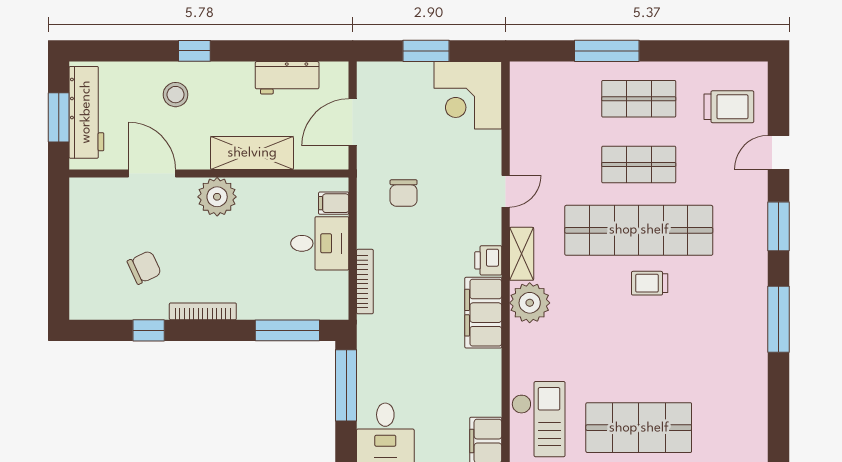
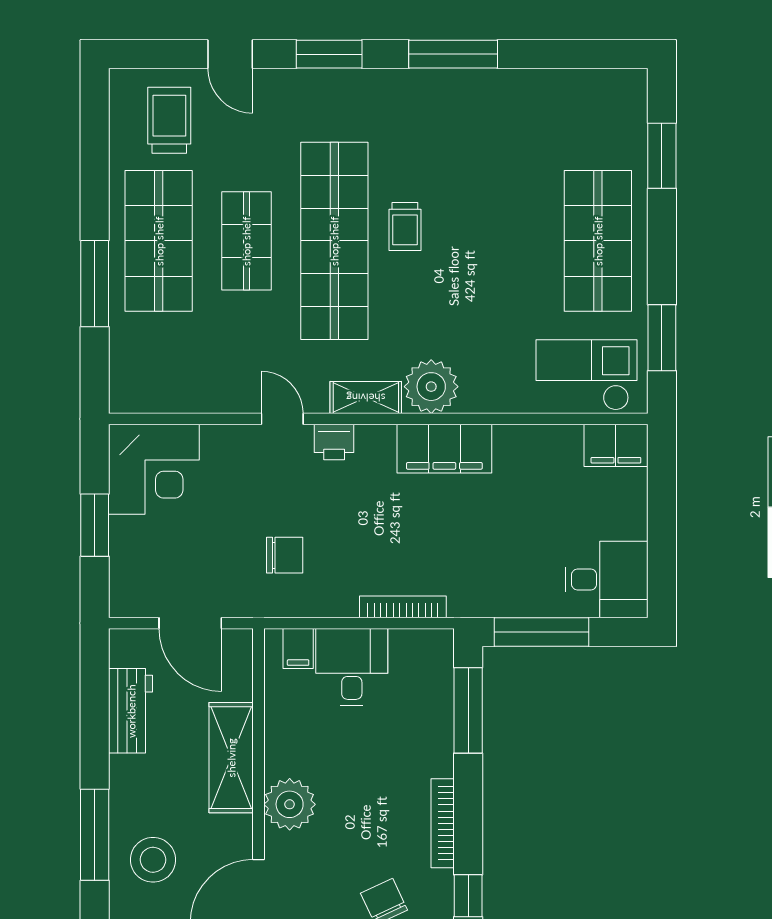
window: (194, 51) -> (95, 835), width x2.17
stool: (176, 95) -> (153, 860), width x1.38, depth x1.38
shop shelf: (639, 99) -> (159, 241), width x1.43, depth x1.36
printer: (488, 260) -> (334, 442), moved

